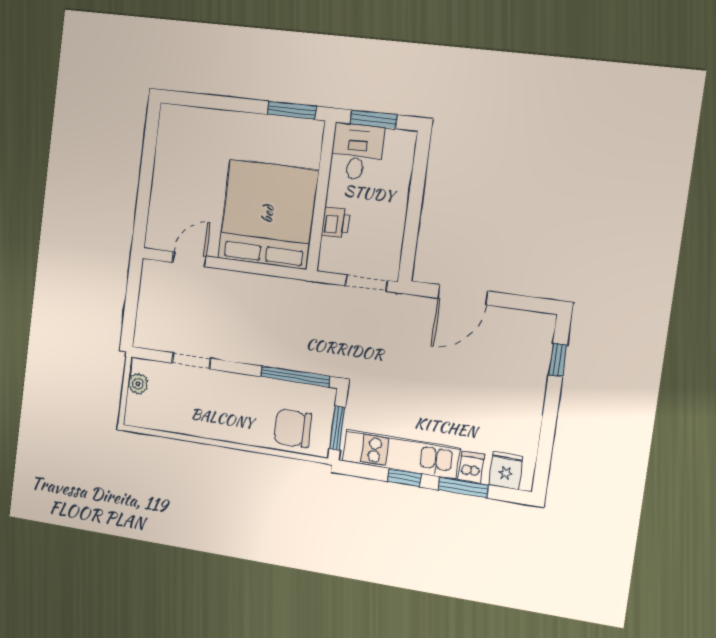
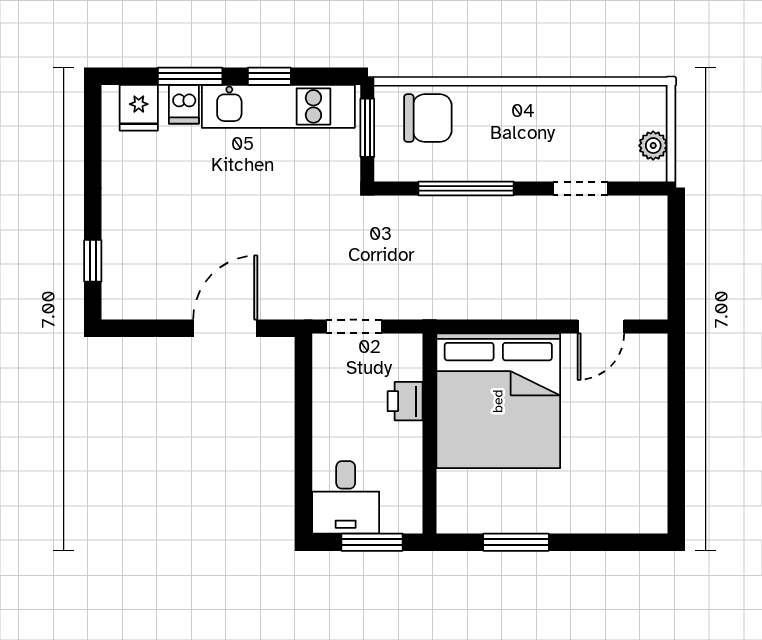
window: (291, 110) -> (516, 542), moved
desk: (357, 152) -> (346, 497), moved
window: (295, 377) -> (466, 188), moved

